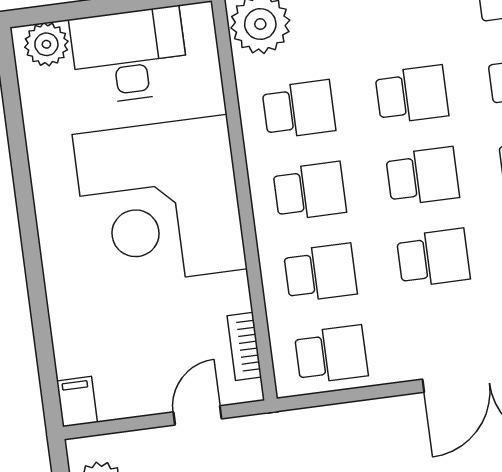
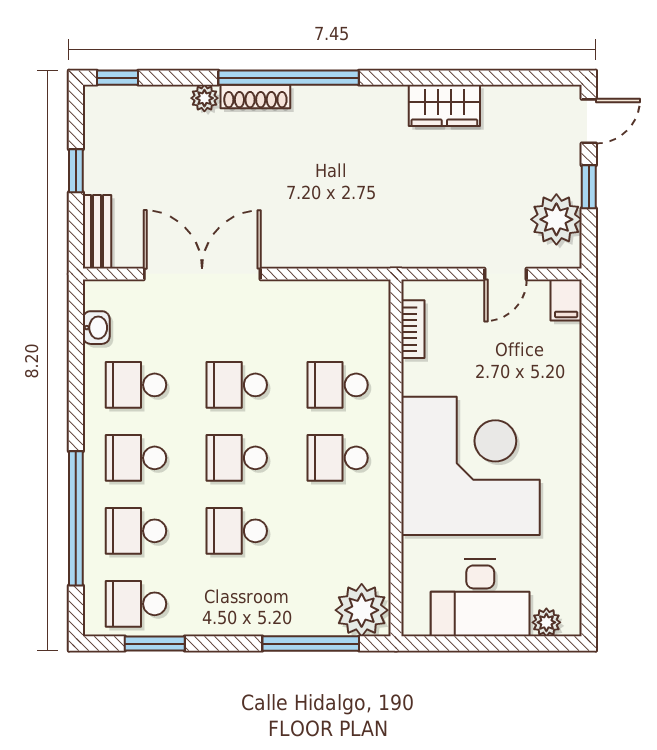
plant: (46, 44) -> (546, 622), width x0.73, depth x0.73
school desk: (299, 109) -> (338, 531), removed
school desk: (331, 355) -> (338, 312), removed
door: (197, 415) -> (506, 274), moved

